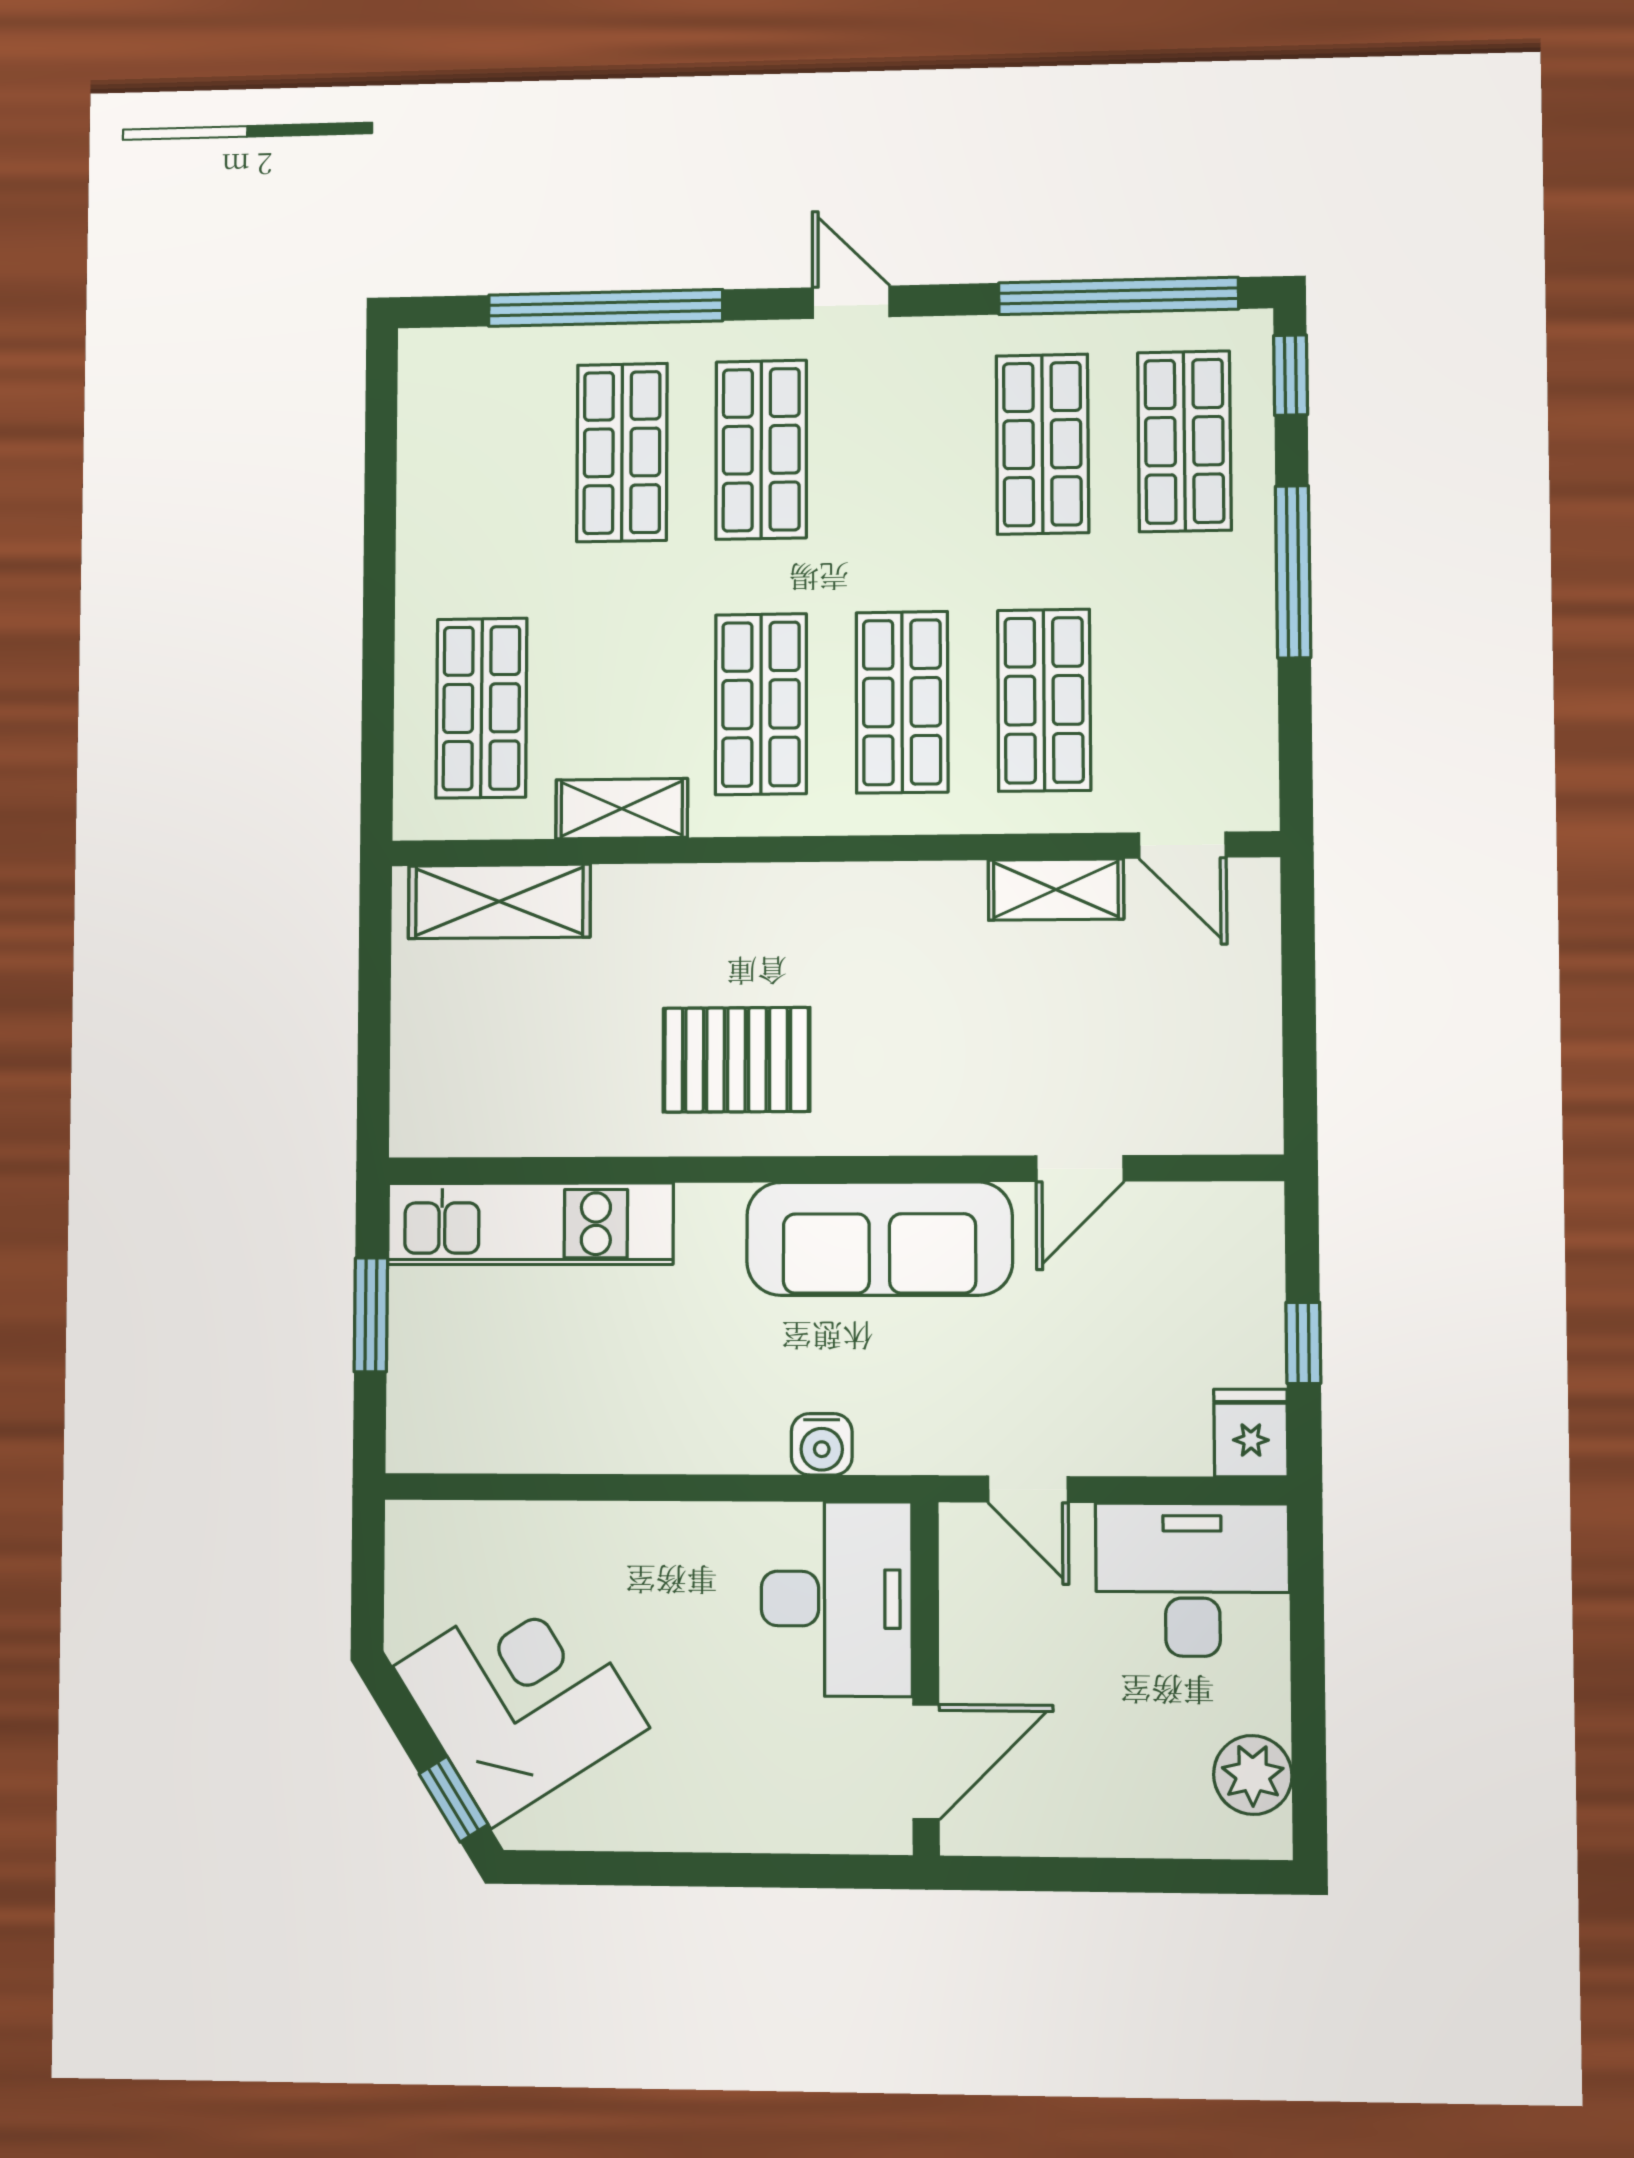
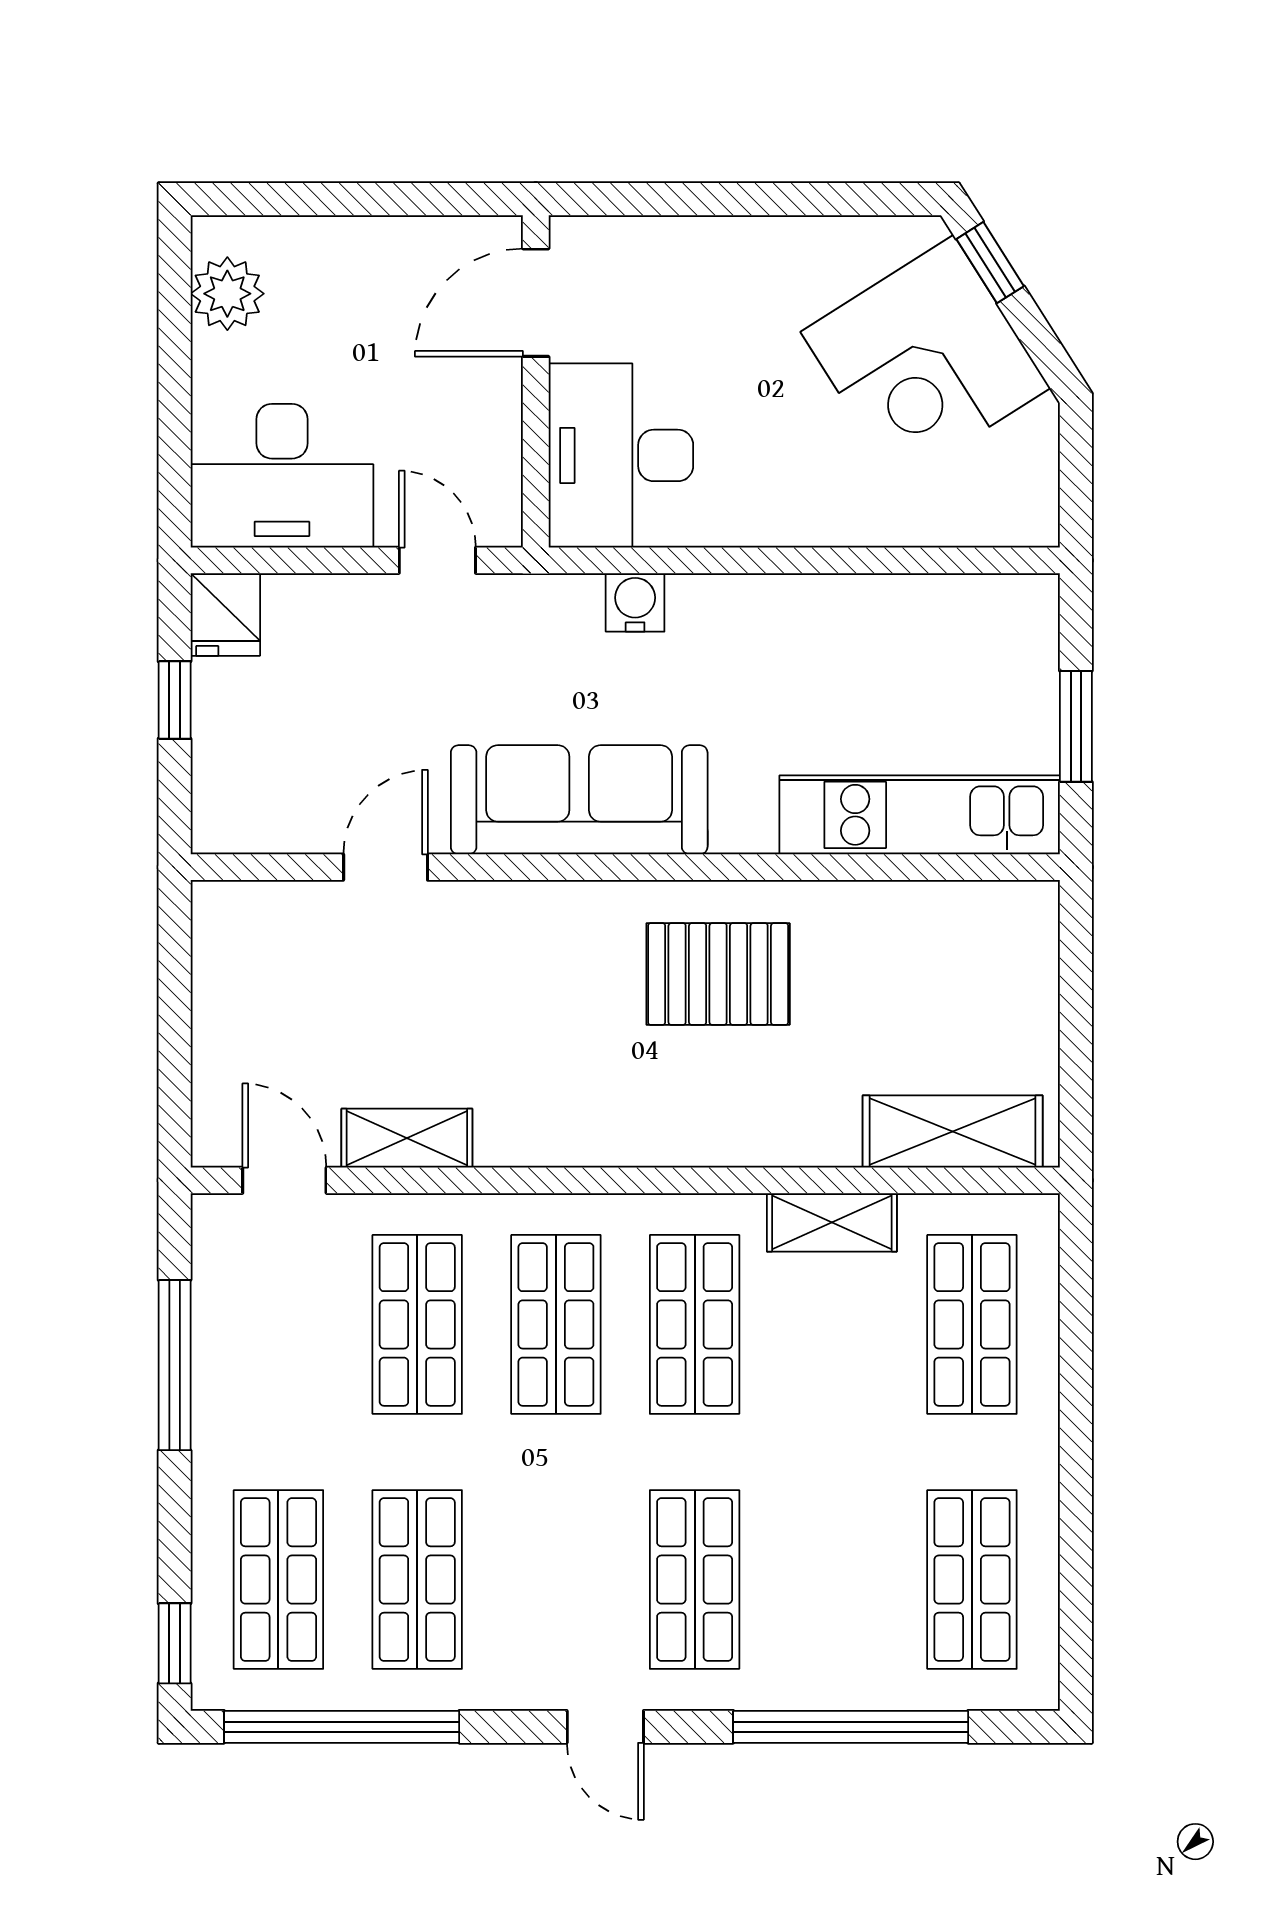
shop shelf: (622, 452) -> (972, 1580), moved
window: (1293, 572) -> (175, 1365), moved

